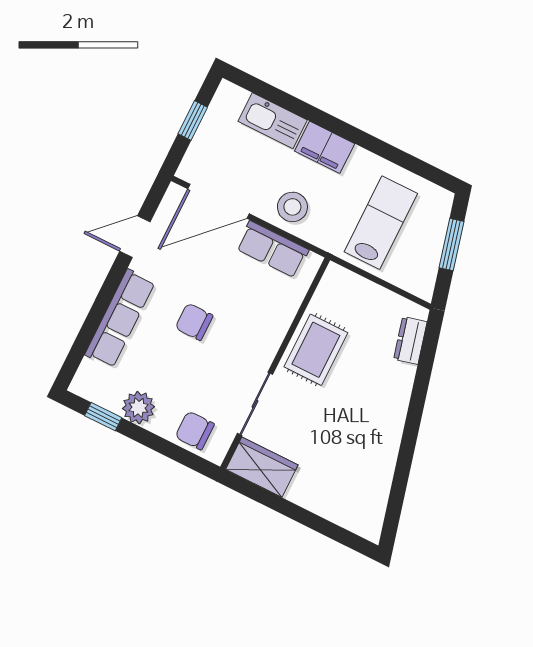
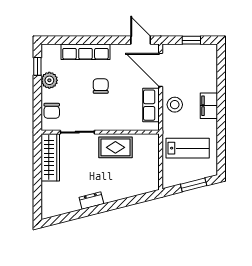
kitchen sink: (273, 121) -> (209, 76), removed
door: (135, 237) -> (141, 40), moved
dresser: (410, 340) -> (91, 201), moved
chair: (195, 430) -> (52, 111), turned 180
wardrobe: (262, 467) -> (50, 157), width x1.50

